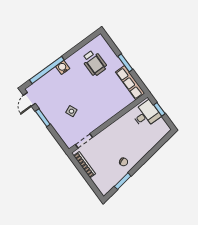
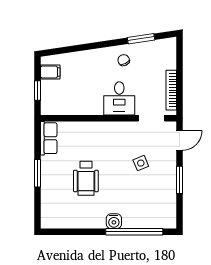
wheelchair: (94, 63) -> (86, 178), moved, turned 180
row of seats: (130, 83) -> (49, 138), width x0.68
door: (29, 99) -> (179, 140), moved
desk: (146, 114) -> (119, 98), moved, turned -90
filing cabinet: (160, 125) -> (50, 72), added

